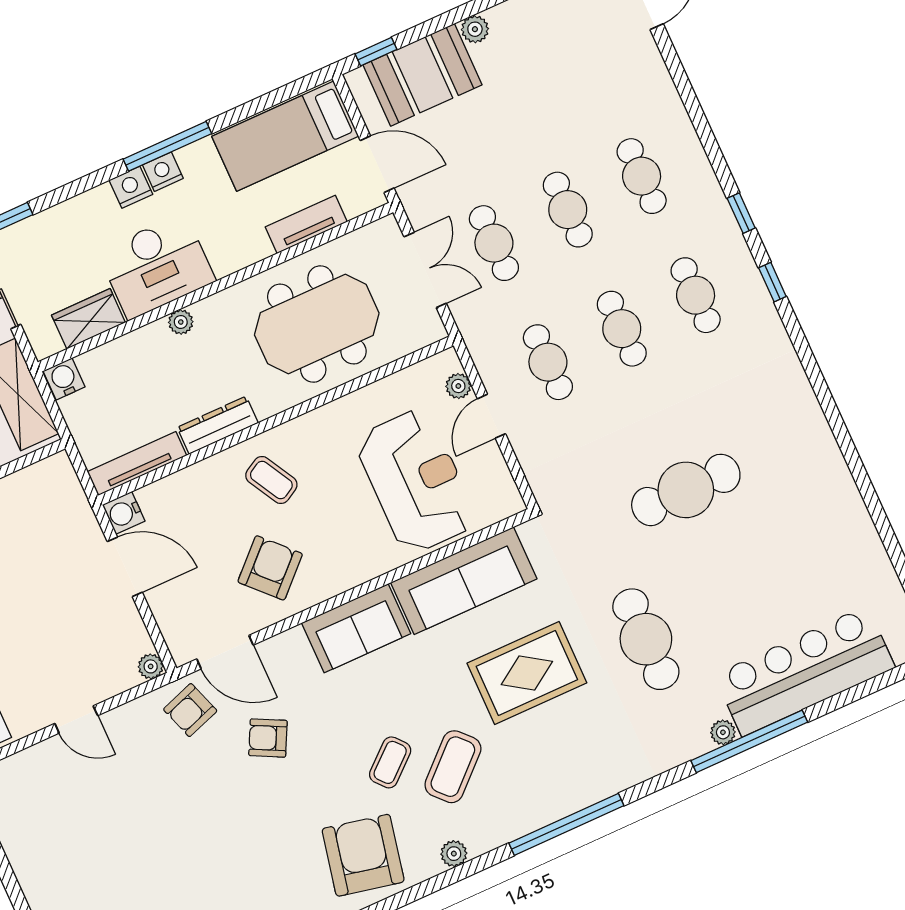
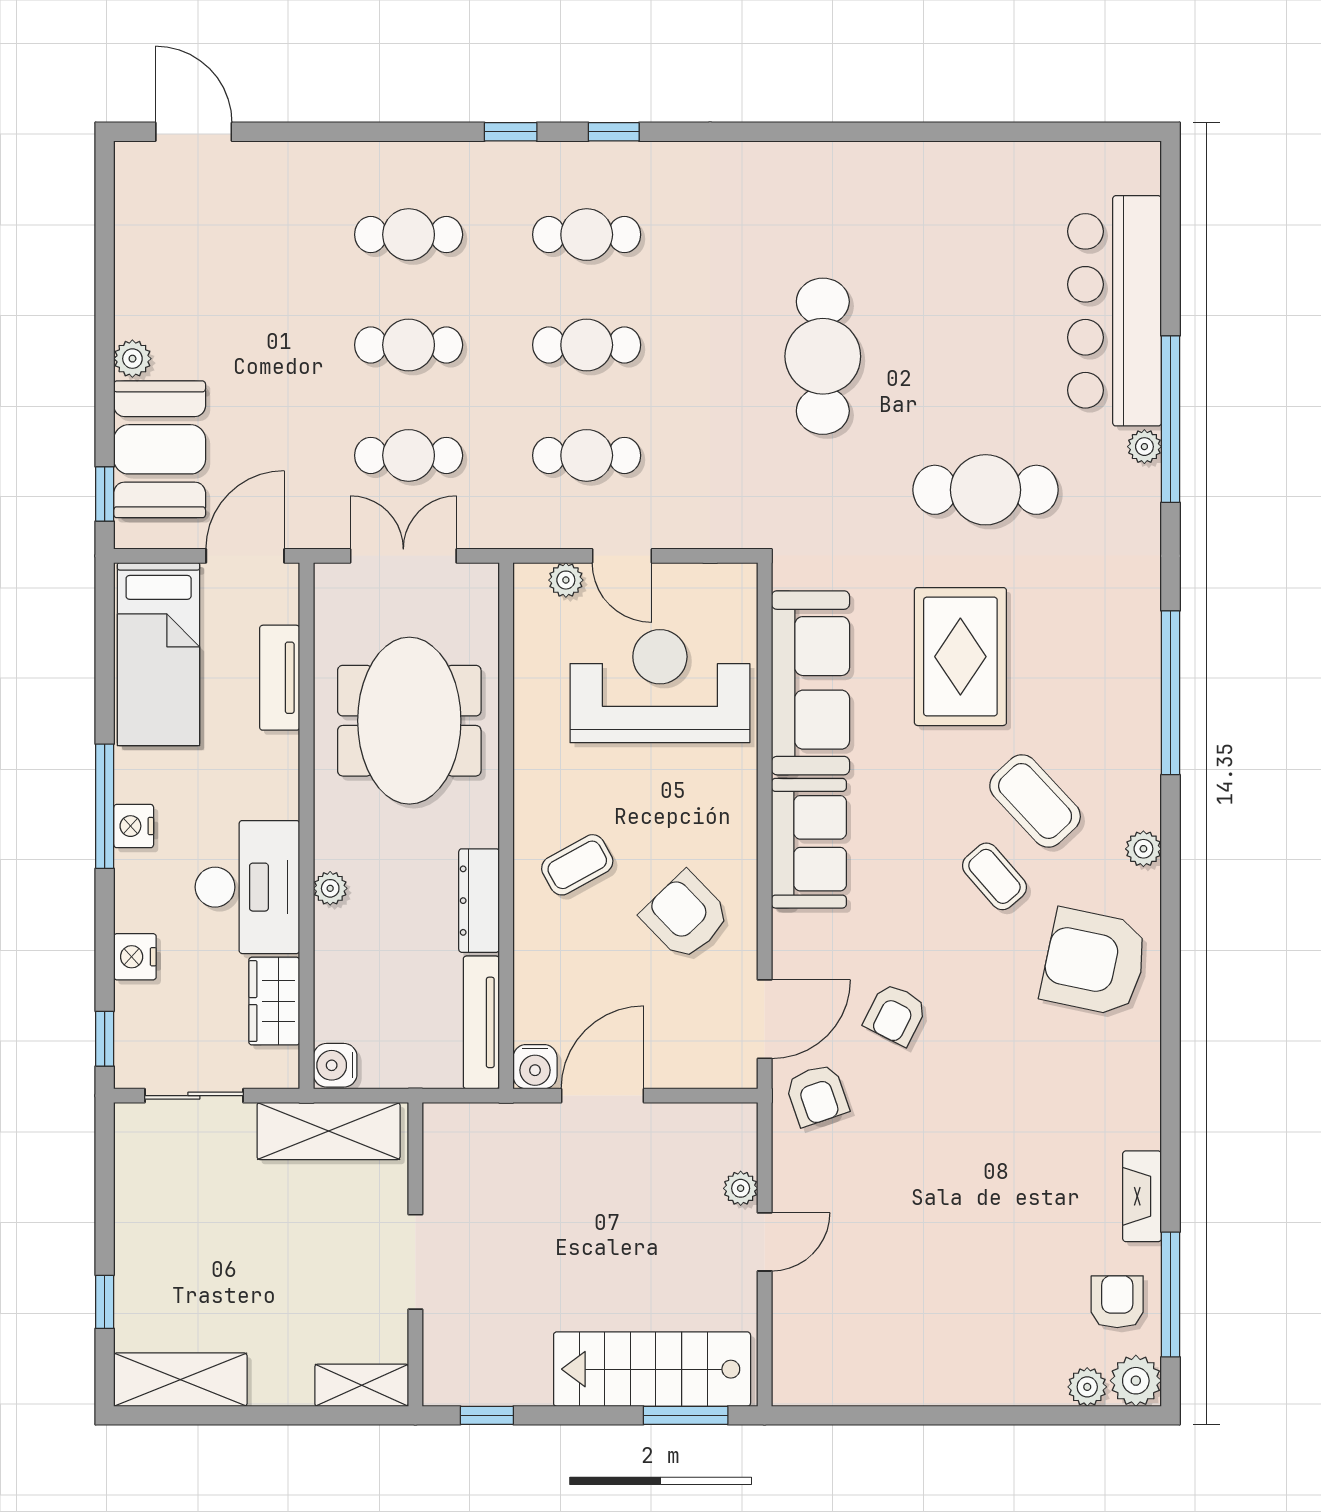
nightstand: (131, 187) -> (135, 957), moved
plant: (151, 666) -> (741, 1188), moved

